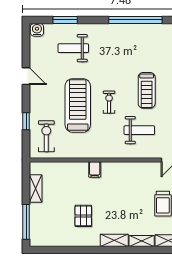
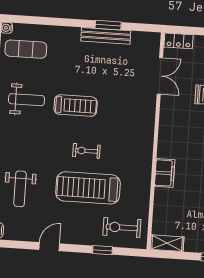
weight bench: (139, 130) -> (27, 100), moved, turned 90
filing cabinet: (95, 169) -> (165, 173), width x2.00
shelving: (36, 188) -> (167, 243), moved

